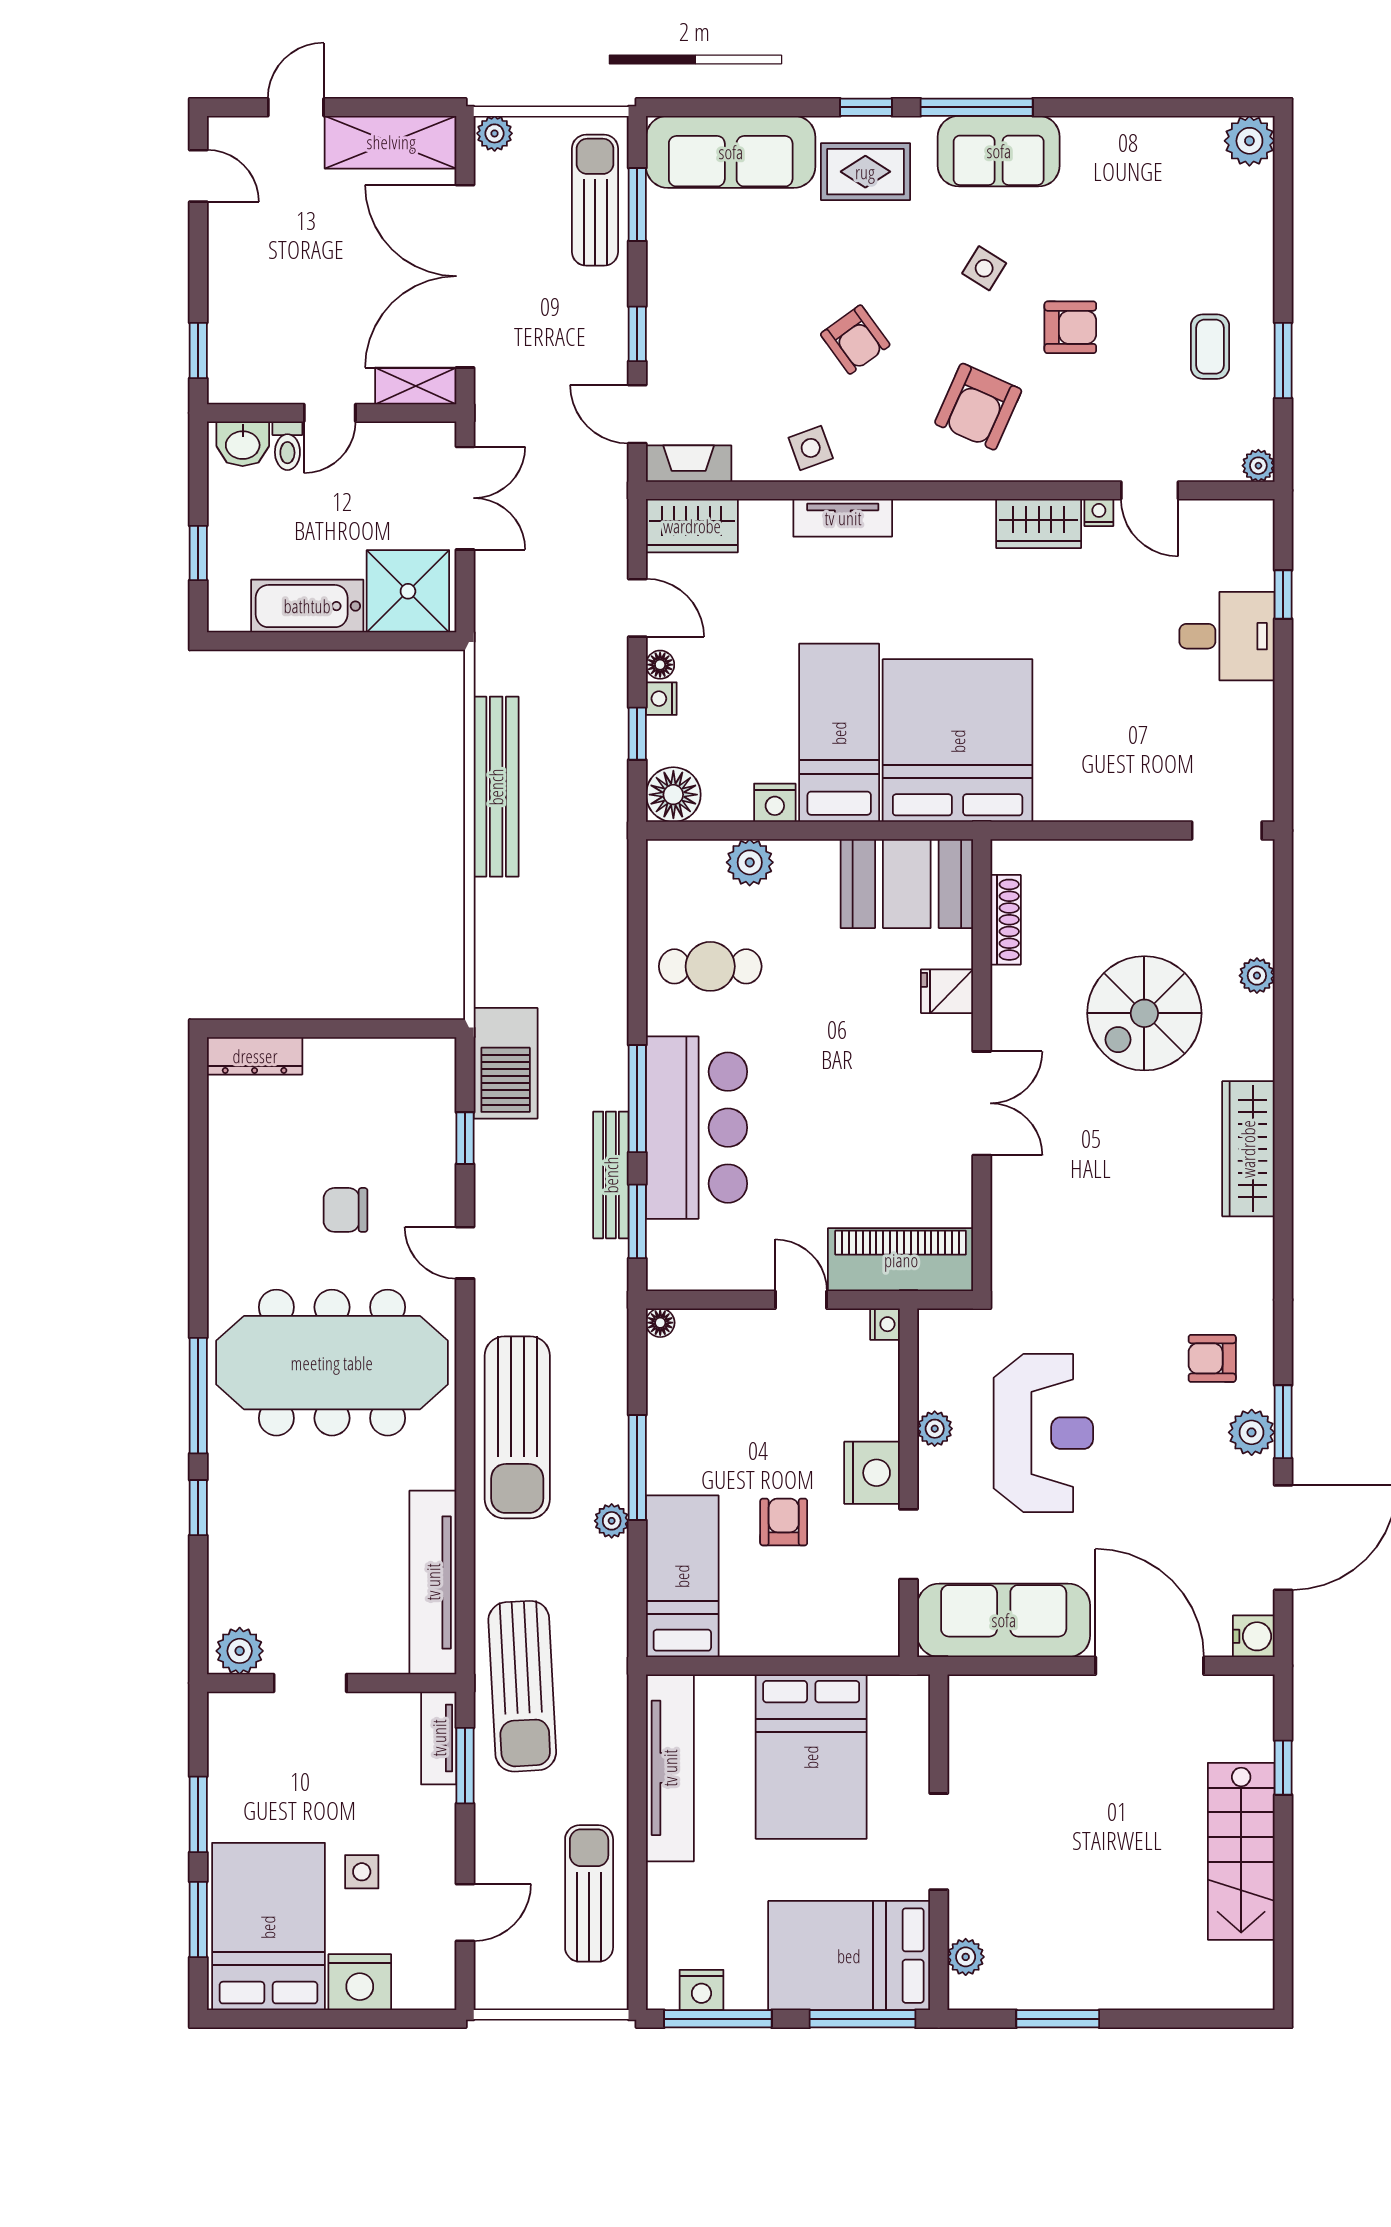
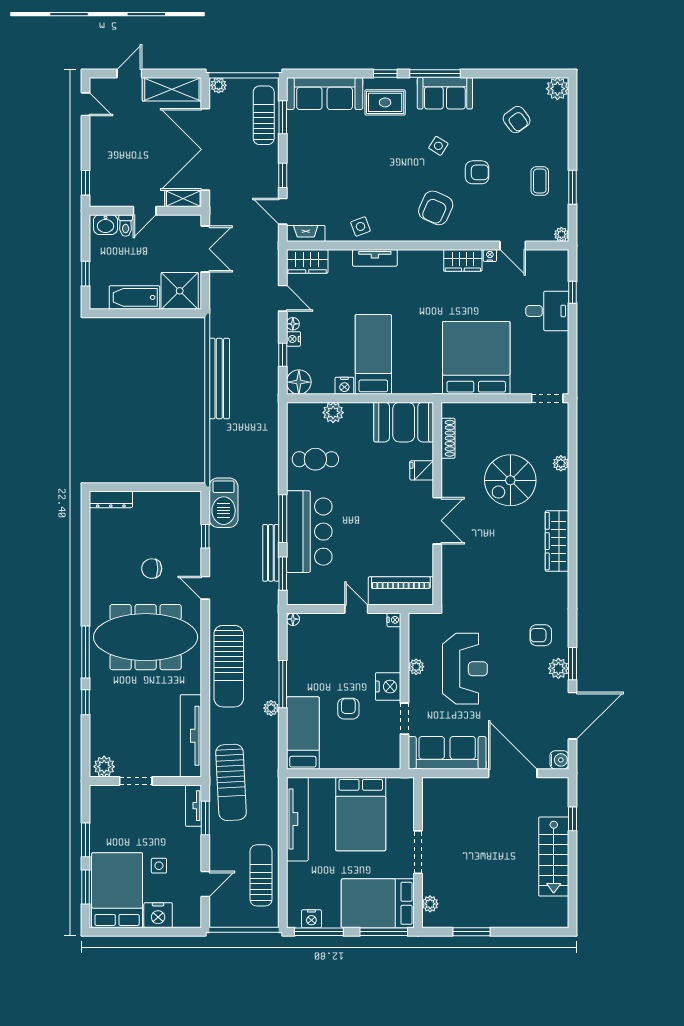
armchair: (855, 340) -> (517, 120), moved
bed: (958, 741) -> (476, 358), moved

